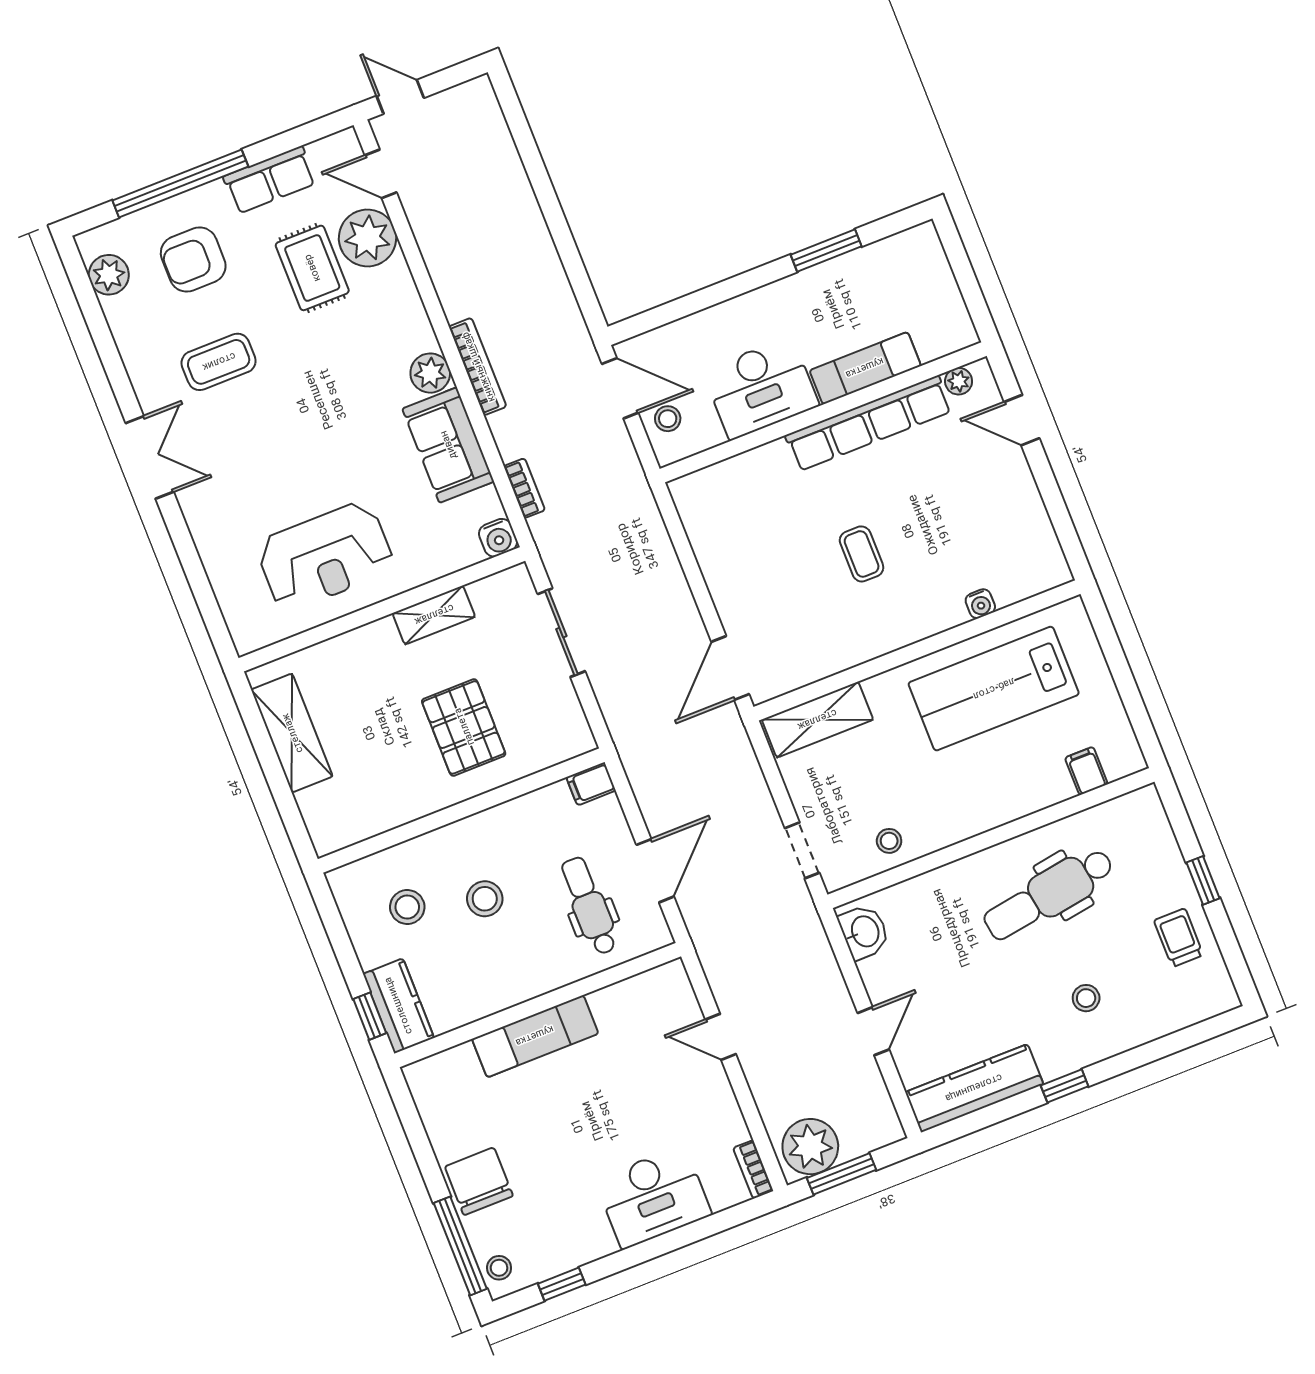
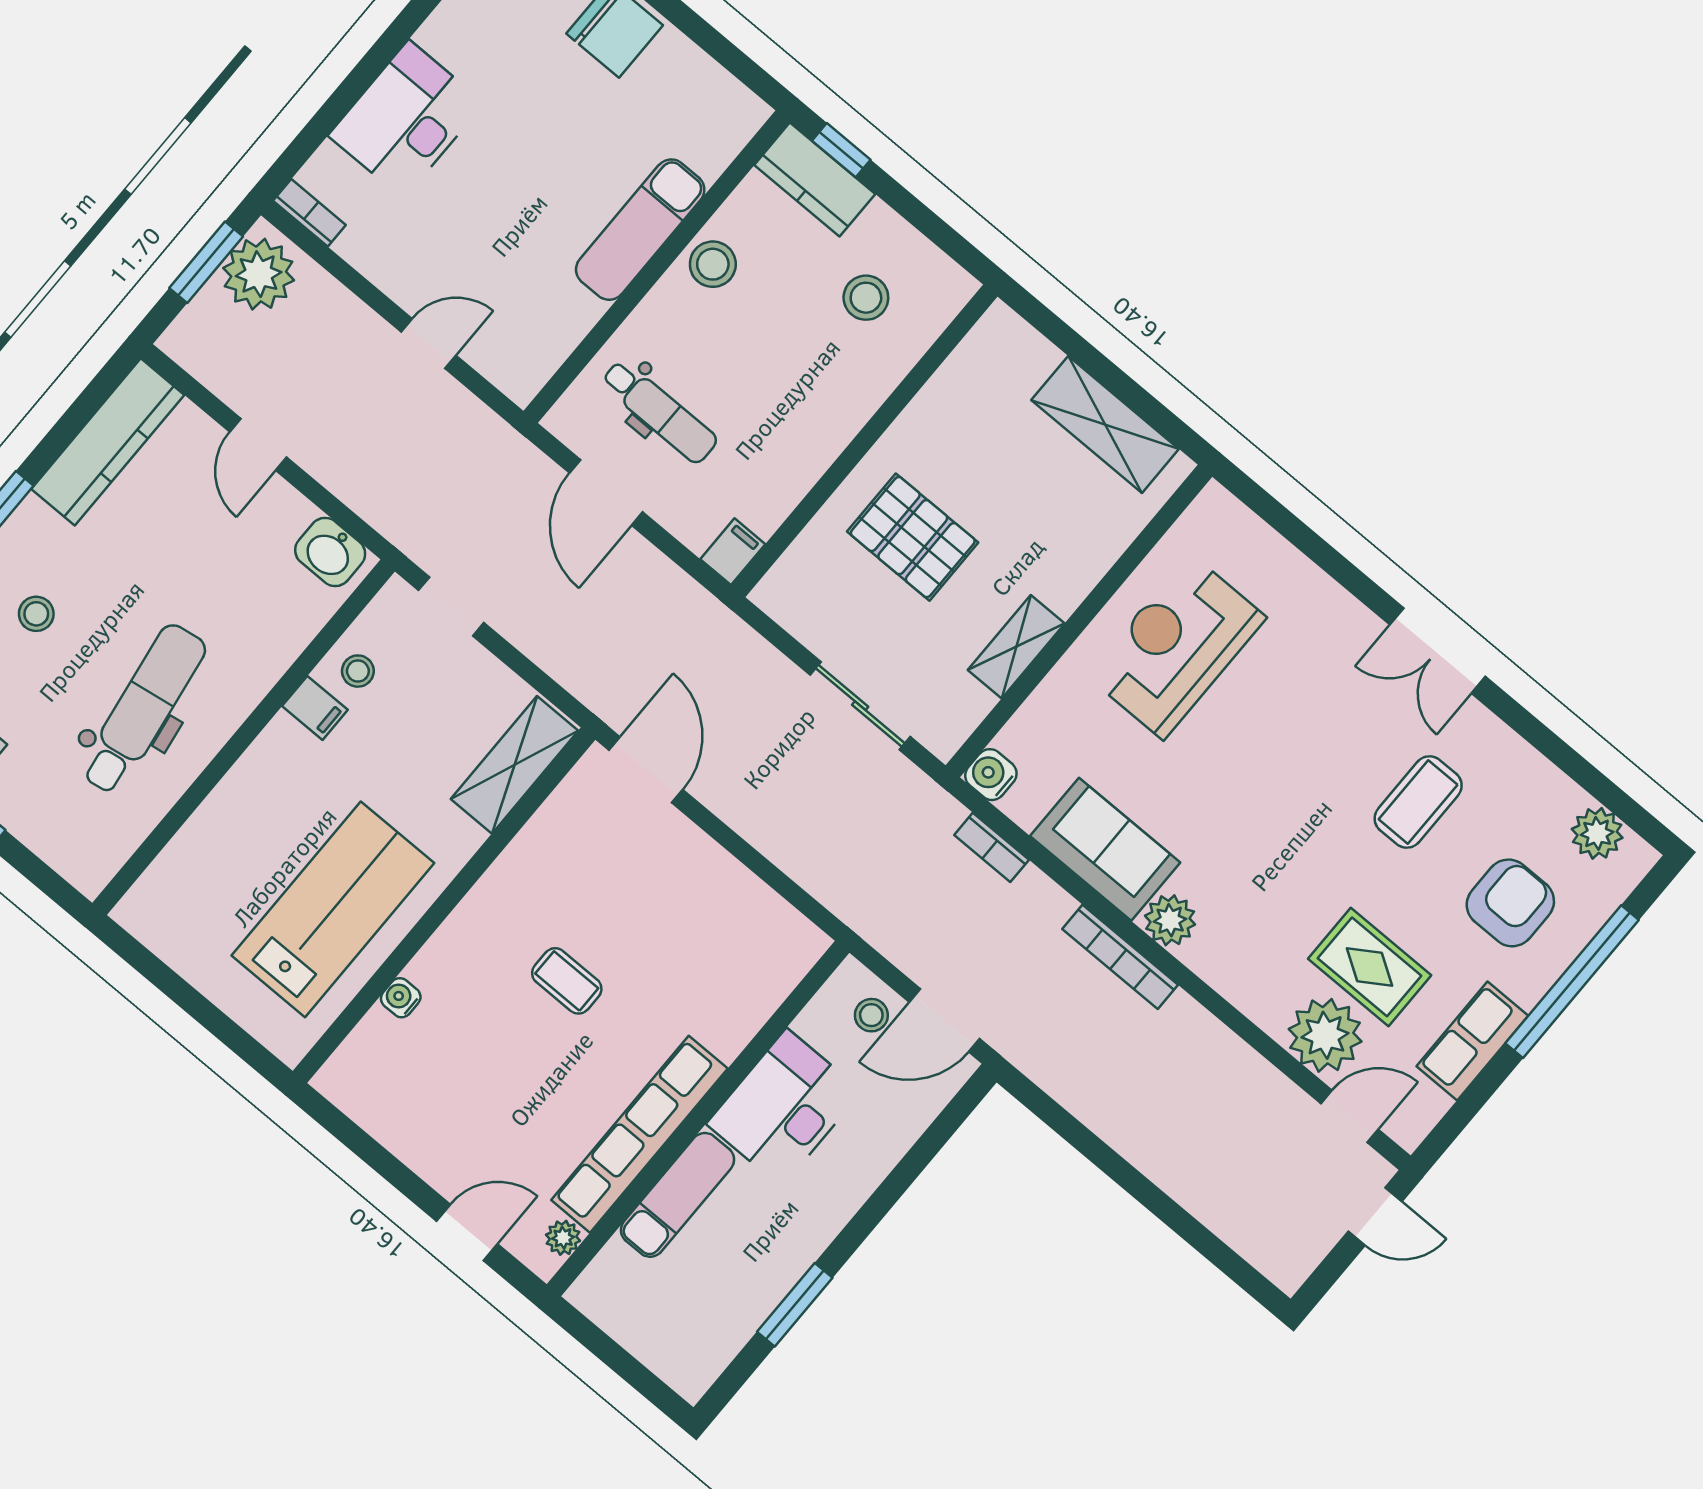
filing cabinet: (1086, 771) -> (315, 708), moved
stool: (485, 899) -> (713, 264), moved

